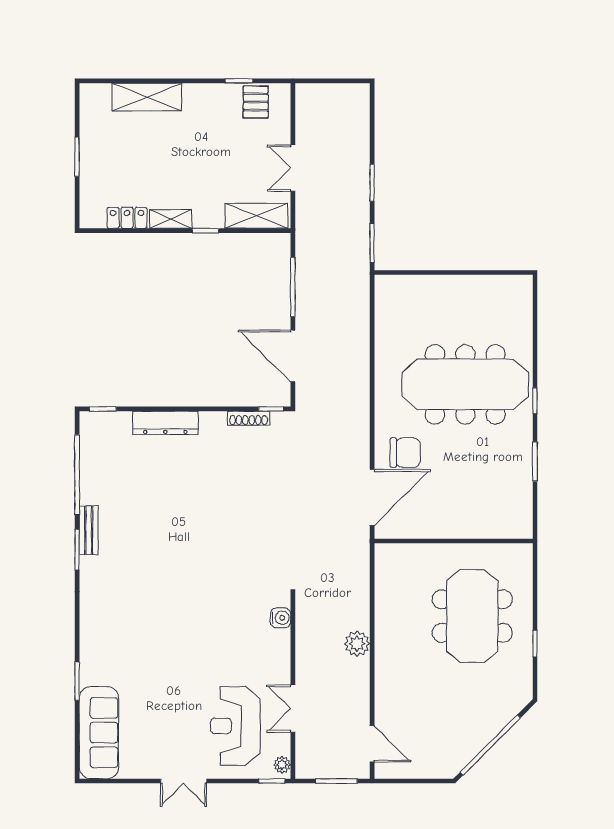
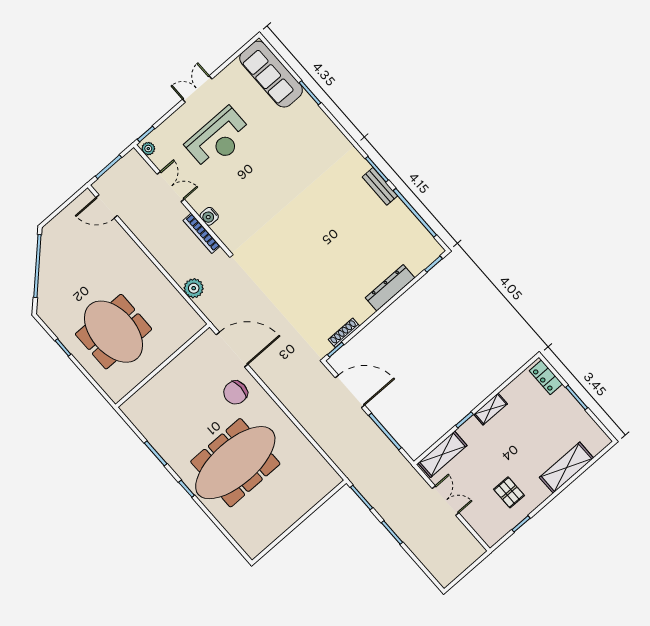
pallet: (256, 102) -> (509, 492), moved
locker: (127, 218) -> (546, 377), moved, turned 90
door: (372, 497) -> (232, 350), swing flipped
water cooler: (281, 618) -> (209, 216), moved
bookcase: (302, 637) -> (202, 233), added
plant: (357, 644) -> (194, 288), moved
reception desk: (235, 726) -> (219, 139), moved, turned 90

